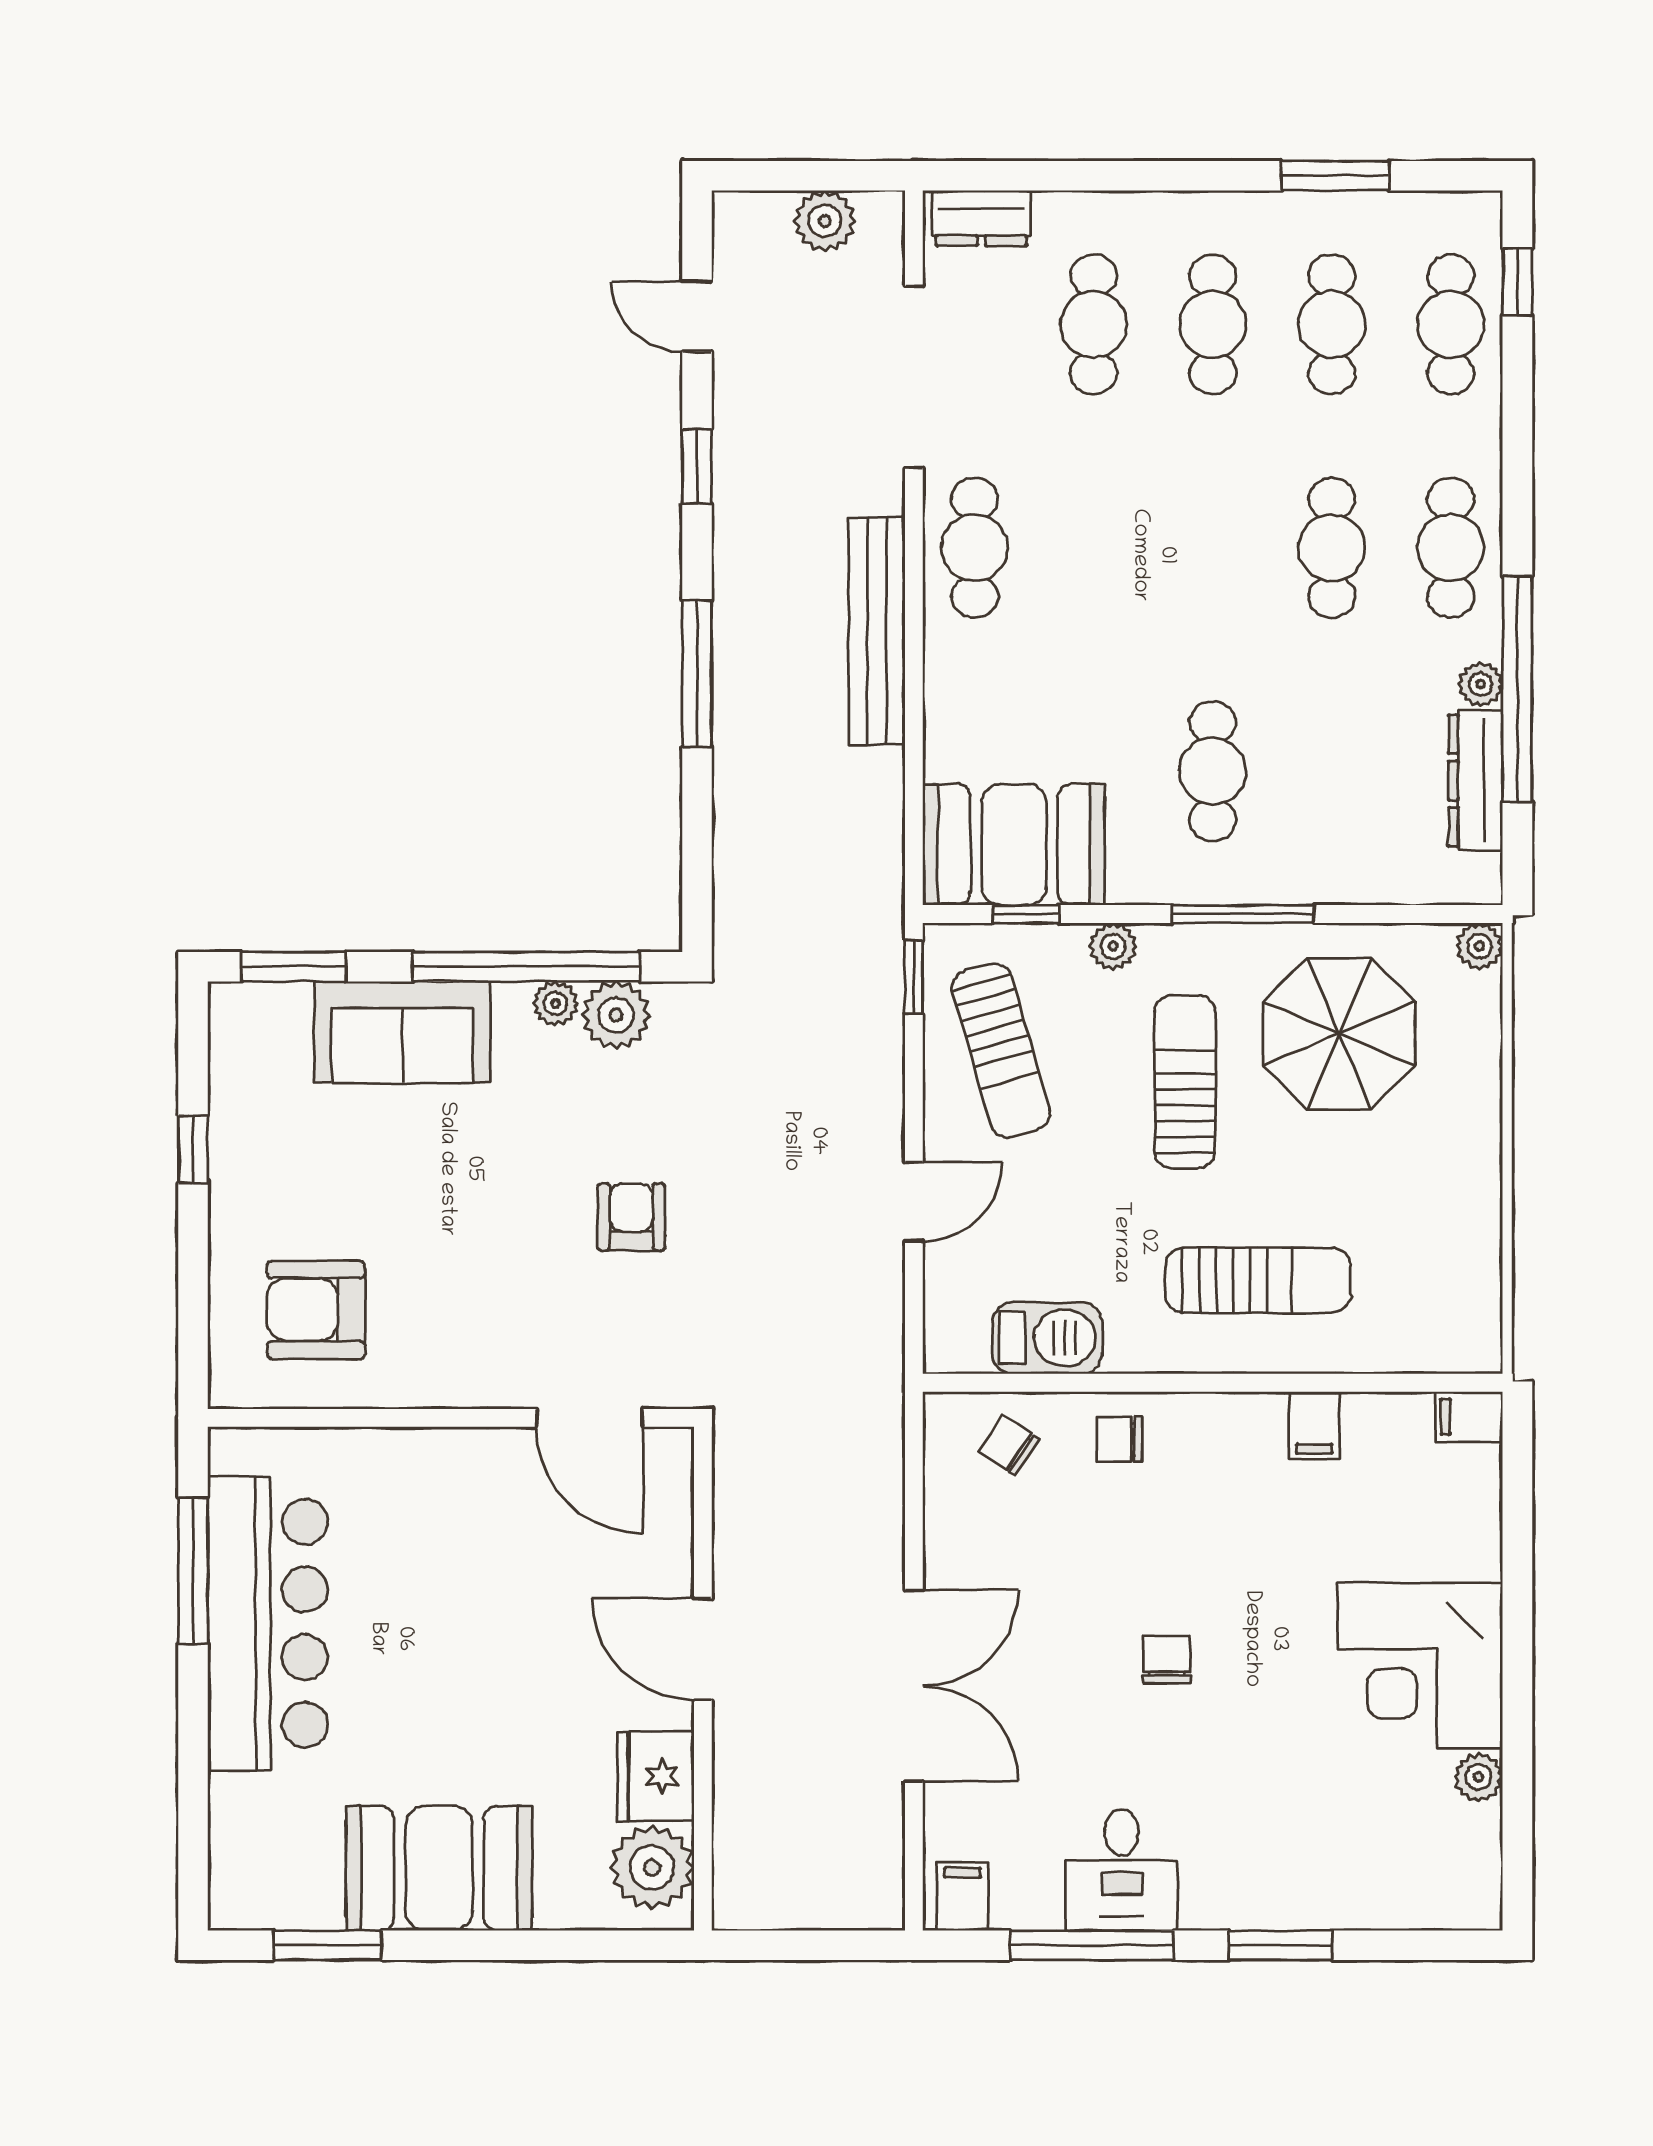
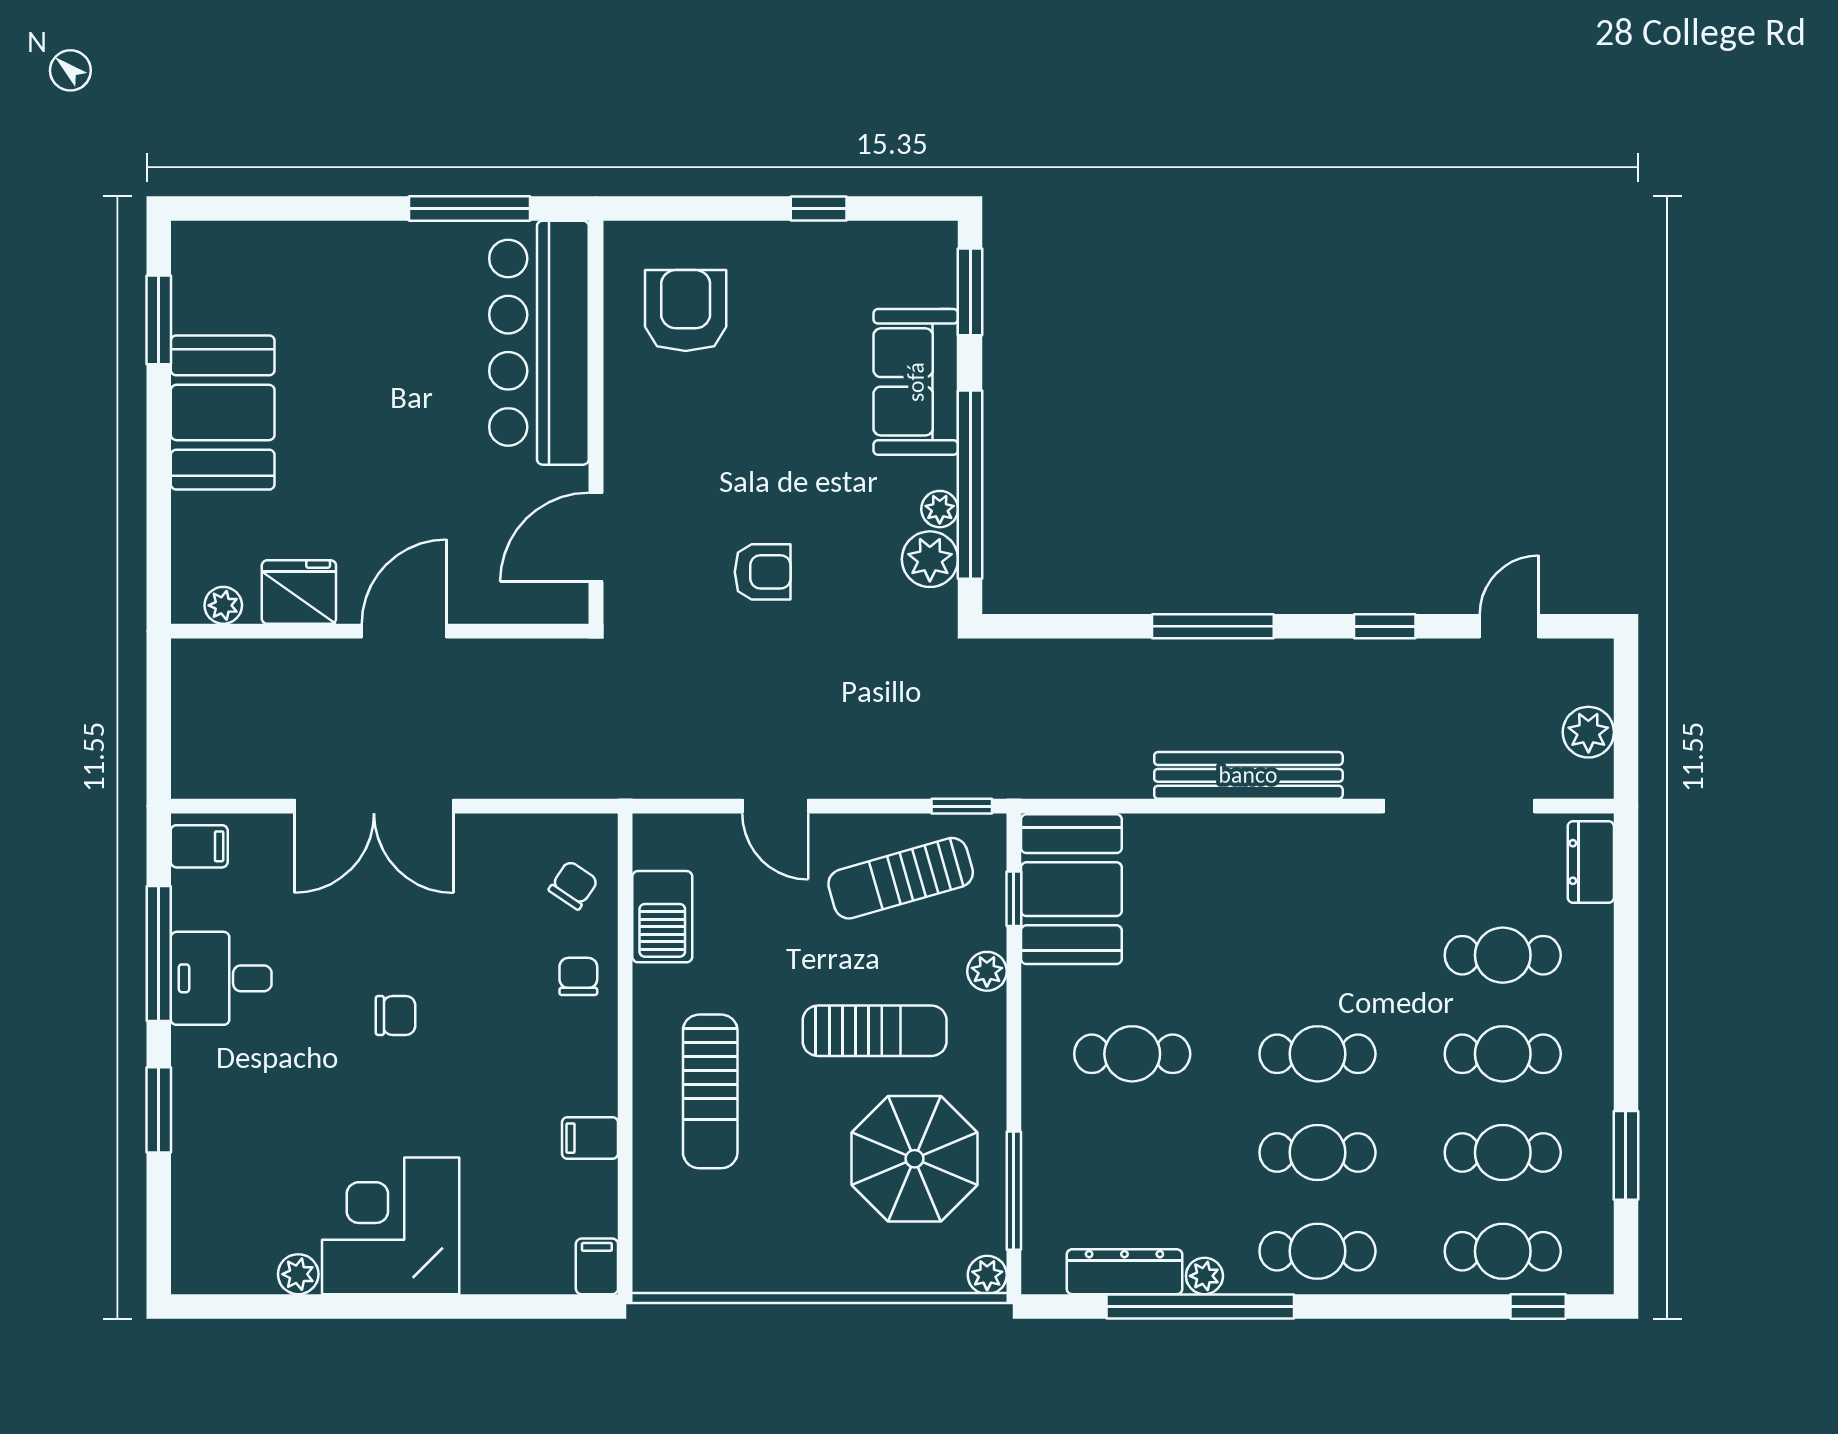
cafe table: (975, 548) -> (1317, 1054), moved
window: (1243, 914) -> (1014, 1191), moved
bar counter: (268, 1623) -> (539, 343), moved, turned 90
plant: (652, 1868) -> (223, 605), width x0.53, depth x0.53

